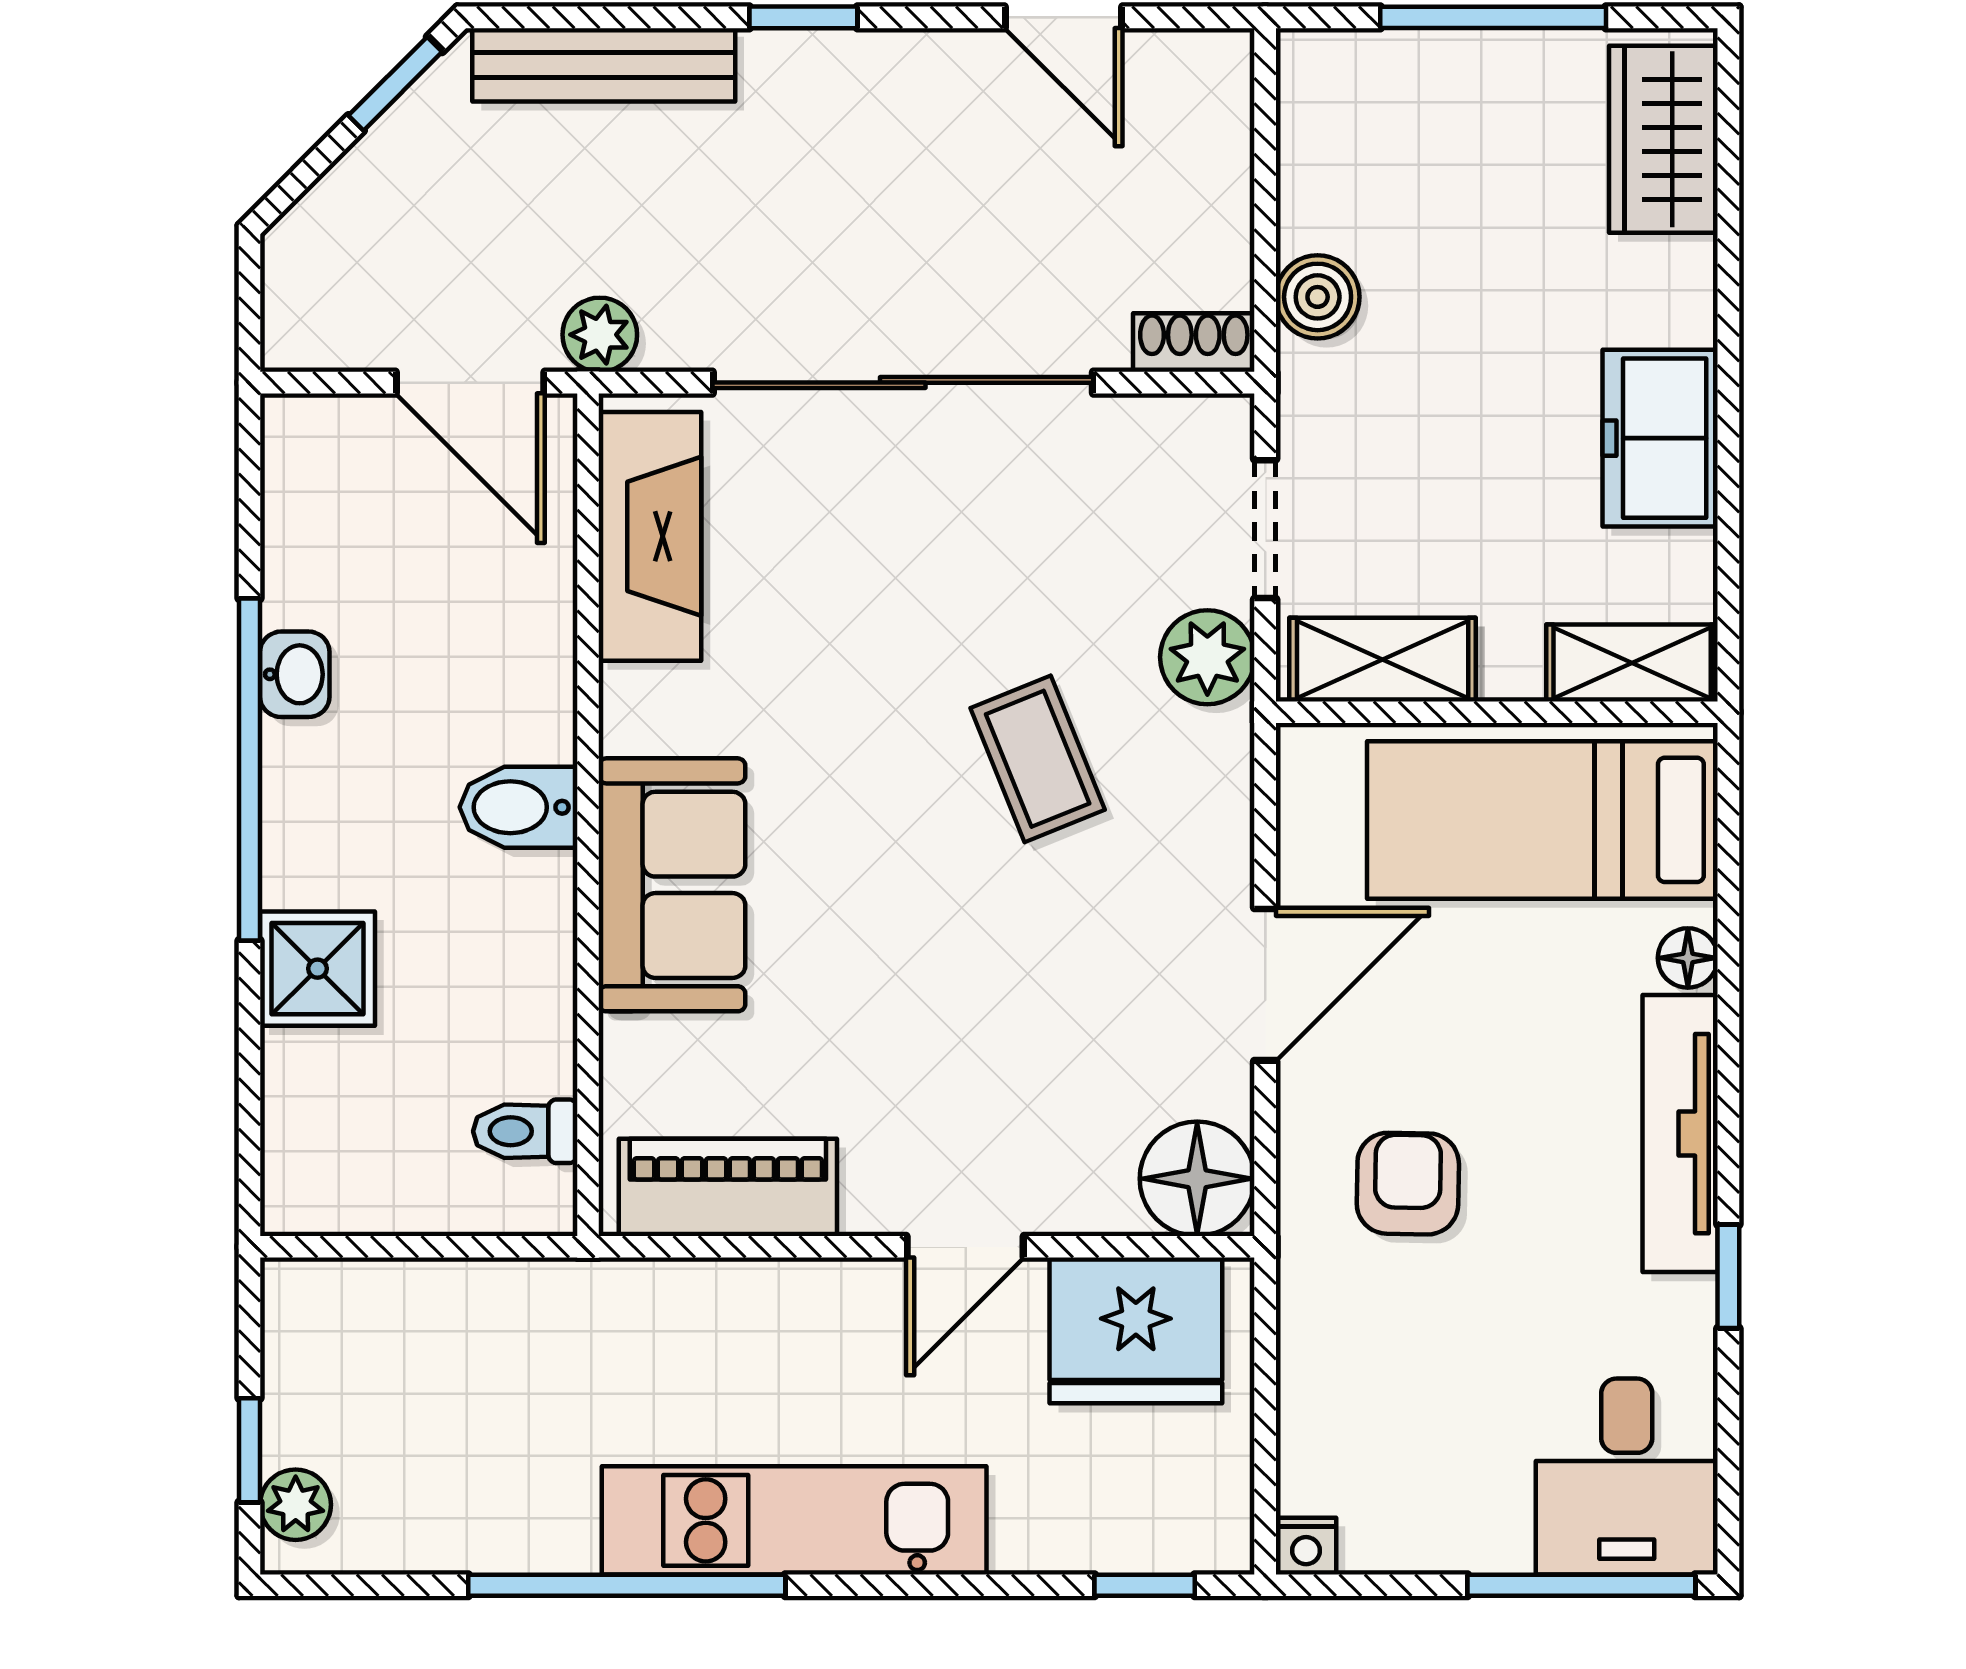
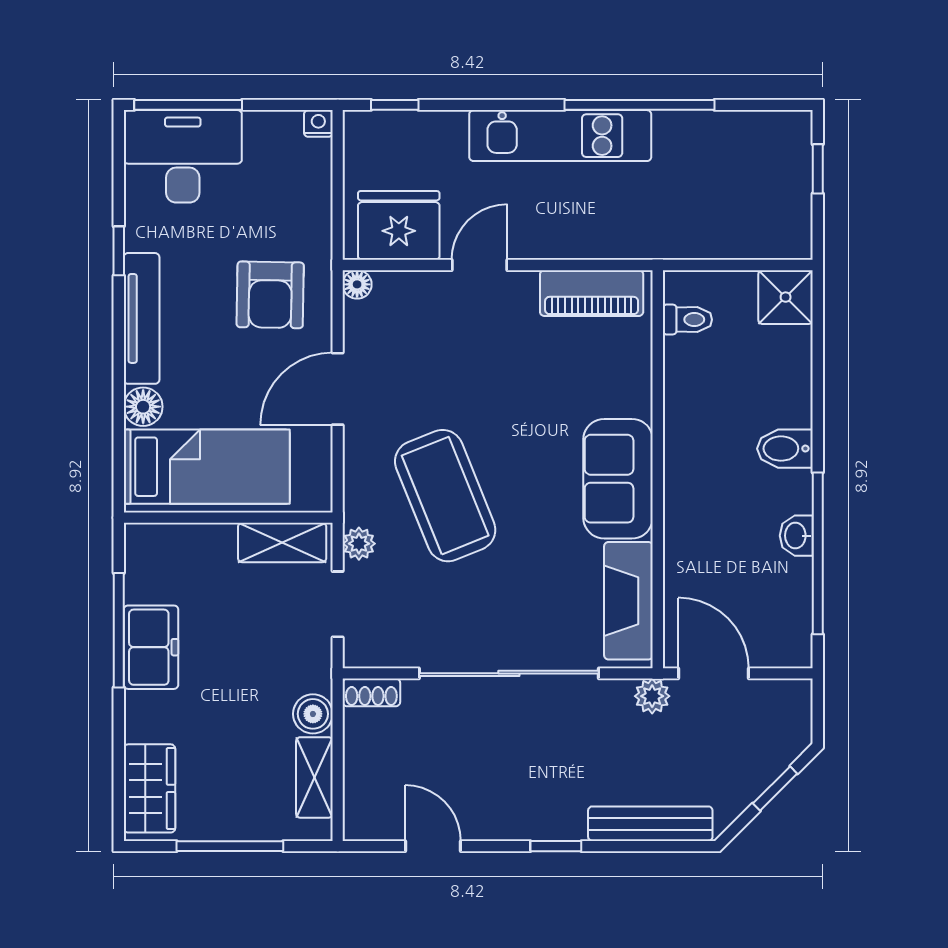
window: (395, 84) -> (775, 788), moved
window: (1728, 474) -> (119, 630), added
plant: (1207, 657) -> (359, 544), width x0.73, depth x0.73
shelving: (1632, 663) -> (314, 777), moved, turned 90
coffee table: (1038, 759) -> (445, 496), width x1.86, depth x1.72
window: (250, 770) -> (818, 553), moved
bidet: (519, 807) -> (785, 449), moved, turned 180
sofa: (672, 885) -> (618, 479), moved
floor lamp: (1688, 958) -> (143, 407), width x1.37, depth x1.37
shower: (318, 969) -> (786, 297), moved
floor lamp: (1197, 1179) -> (357, 284), width x0.53, depth x0.53
armchair: (1408, 1184) -> (270, 295), width x1.38, depth x1.38
desk: (1627, 1477) -> (183, 156), width x1.37
plant: (296, 1505) -> (796, 143), removed

